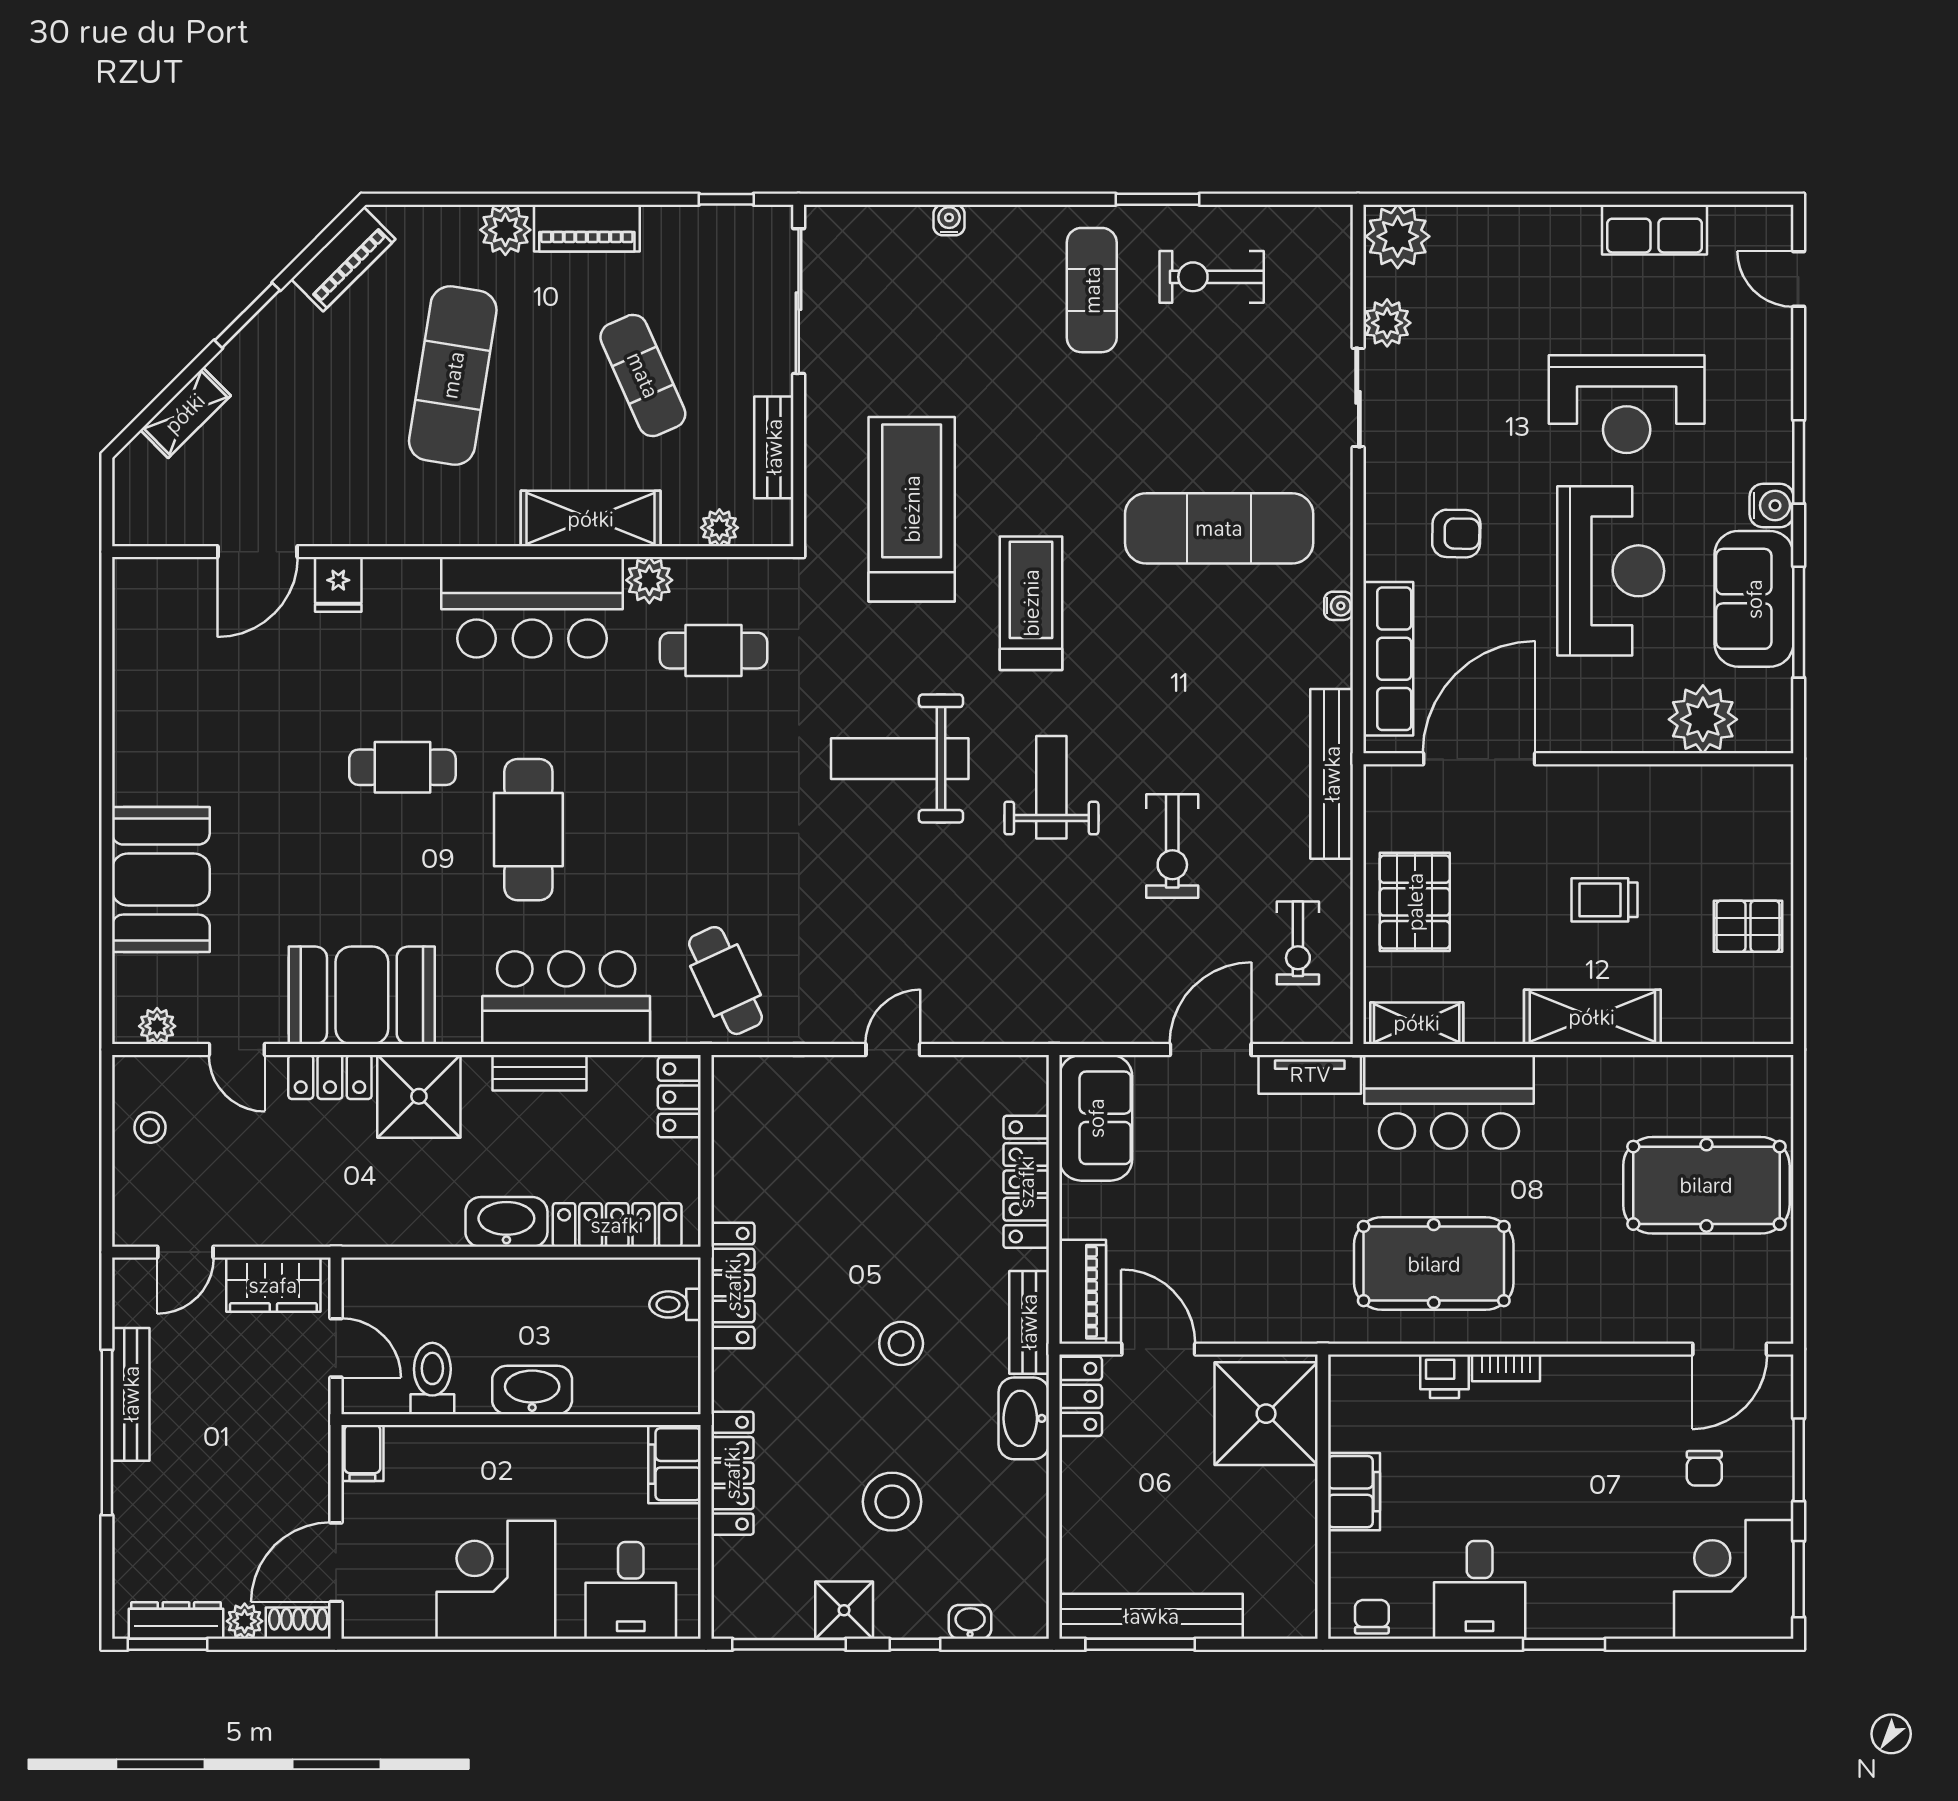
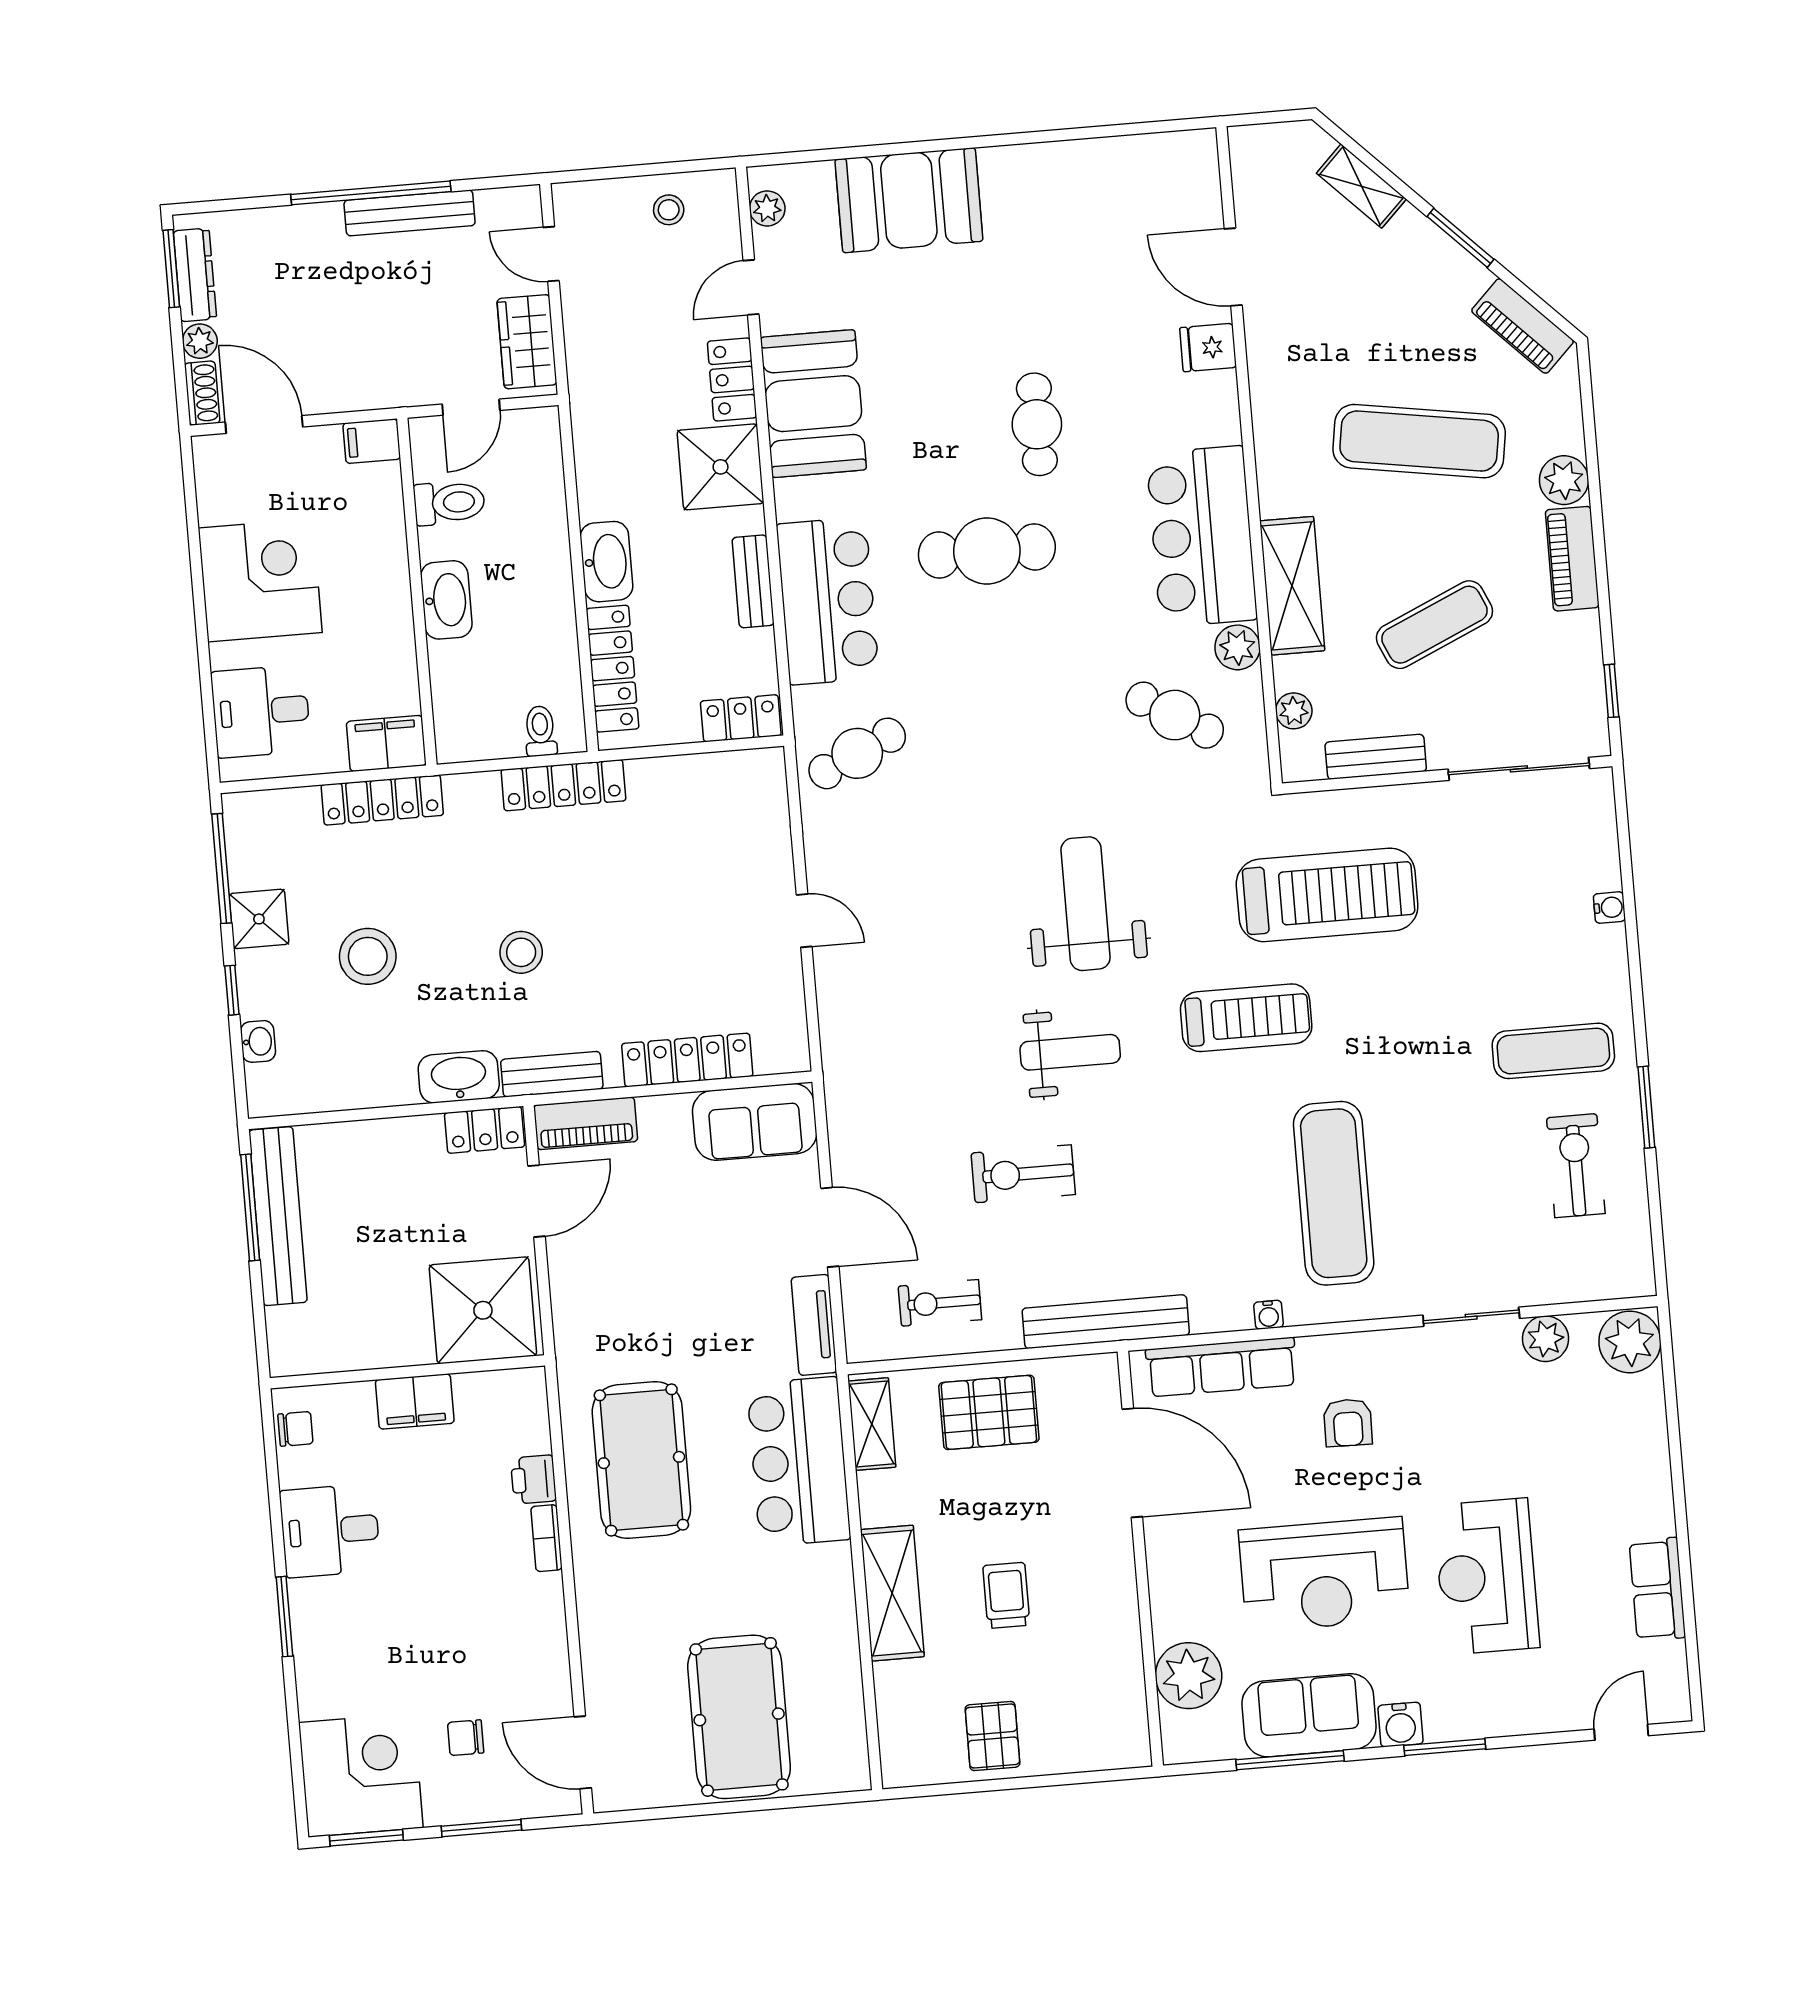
cafe table: (713, 651) -> (1175, 715), turned -59

